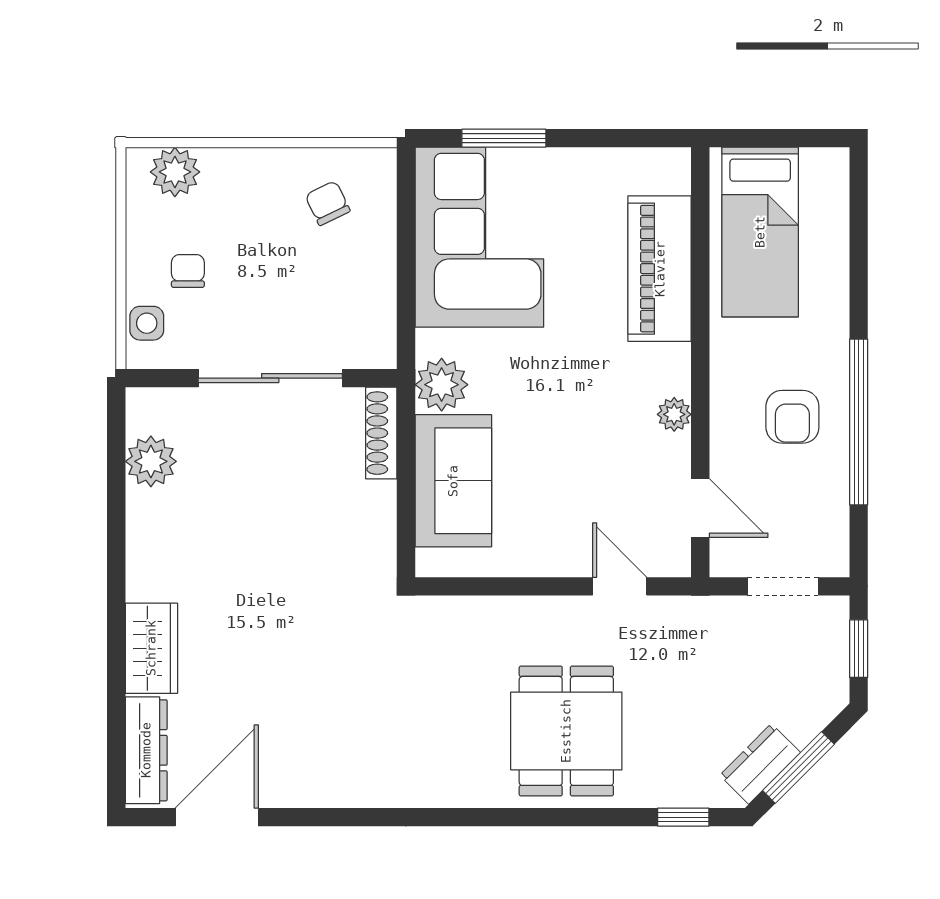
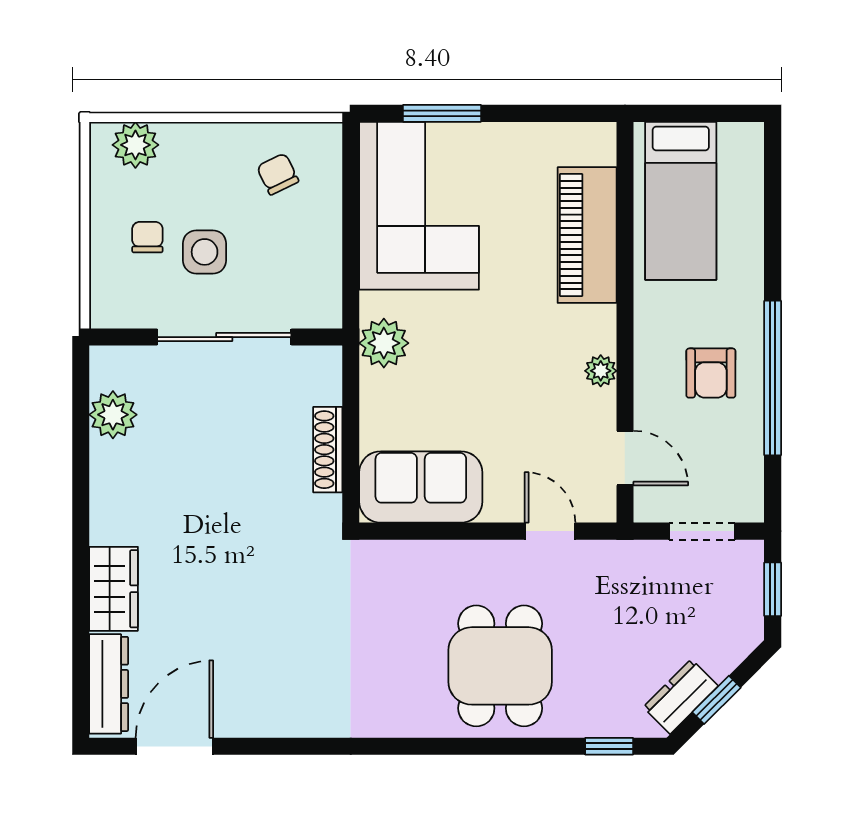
side table: (147, 323) -> (205, 252), moved, width x1.37, depth x1.37
shoe rack: (381, 433) -> (328, 450), moved
sofa: (453, 481) -> (421, 487), moved, turned -90
window: (798, 767) -> (716, 700), width x0.67

